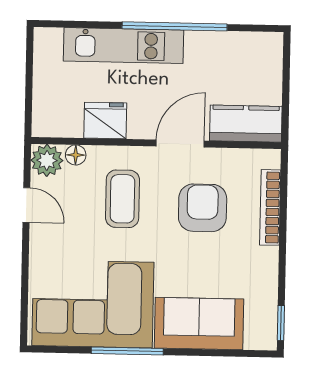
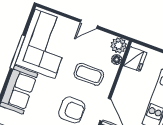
fridge: (105, 121) -> (135, 59), moved
door: (26, 205) -> (89, 24), moved

